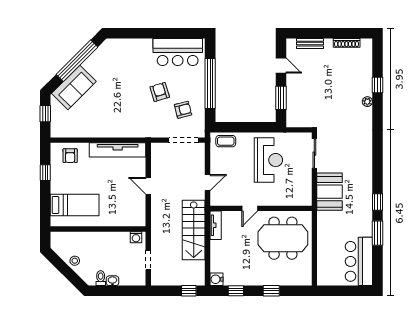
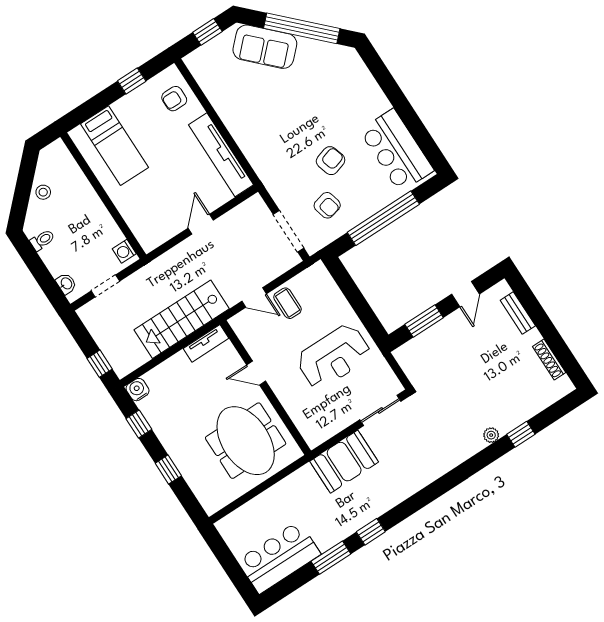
coffee table: (226, 141) -> (288, 303), moved
washbasin: (112, 281) -> (66, 284), moved

